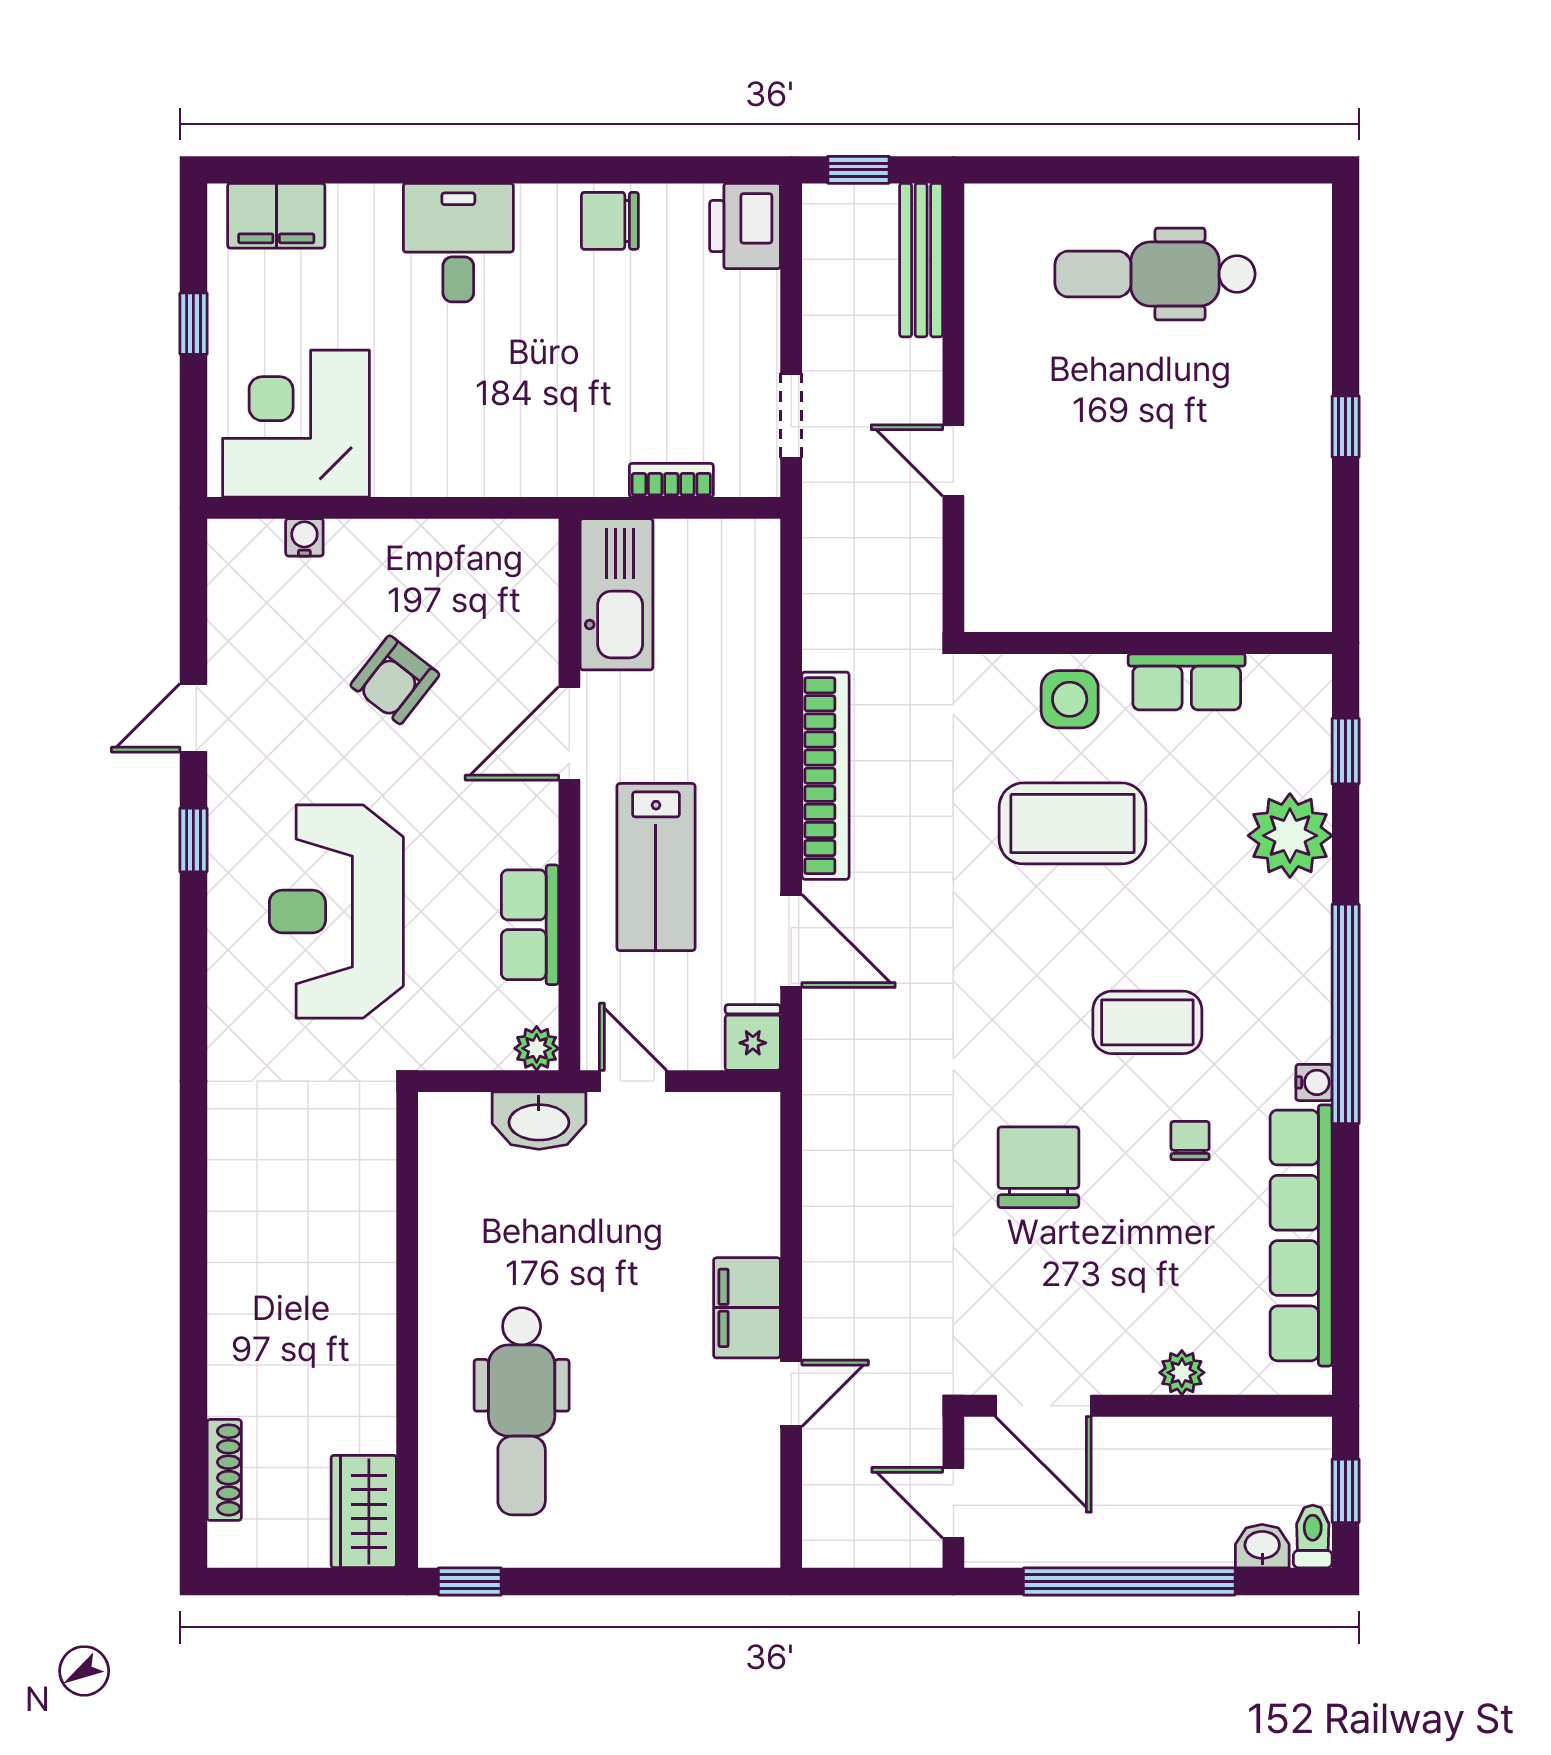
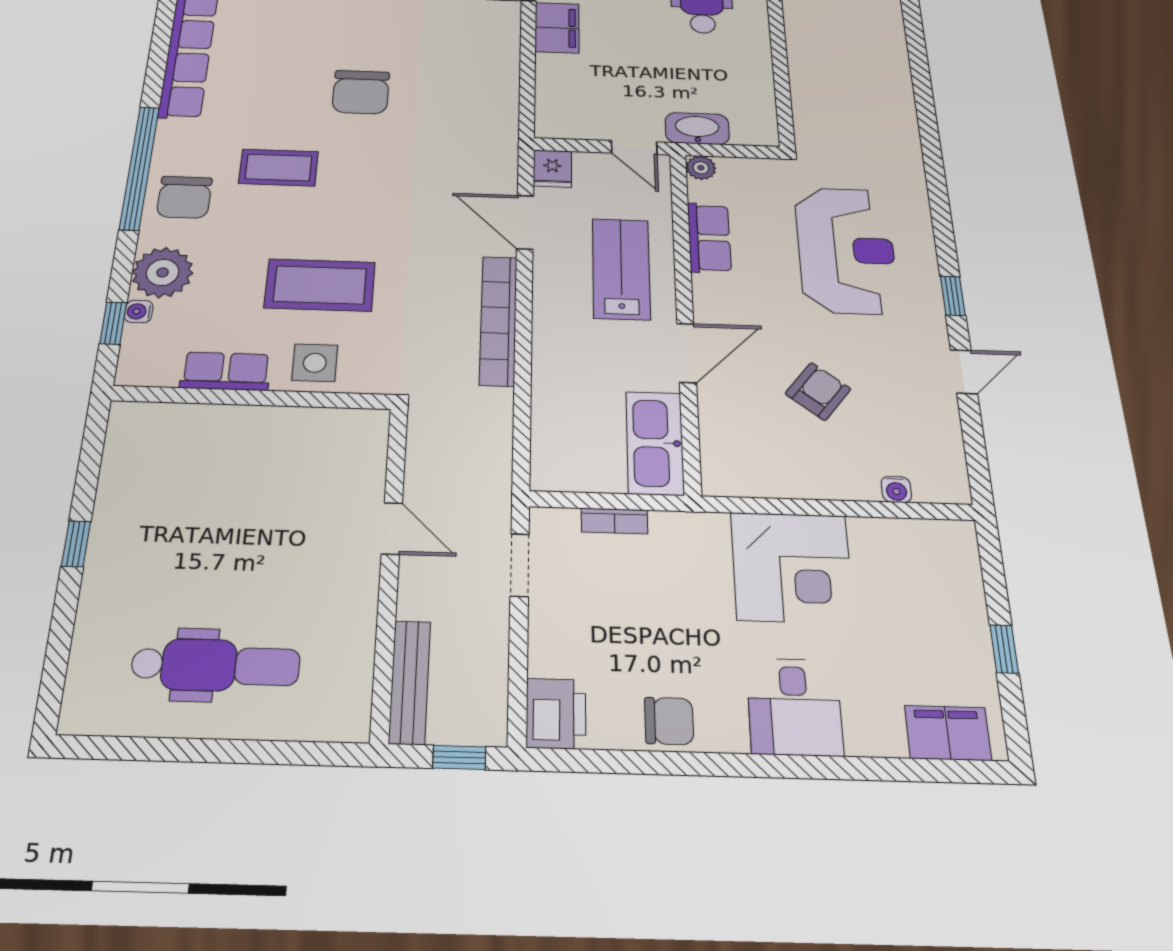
corner desk: (296, 424) -> (792, 567), moved
water cooler: (1314, 1082) -> (139, 311), moved
chair: (1190, 1140) -> (184, 197), moved, width x1.87, depth x1.87

